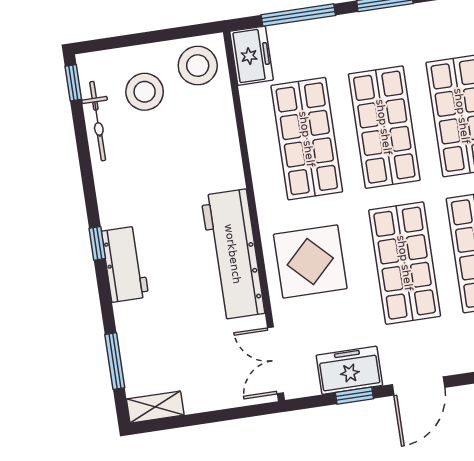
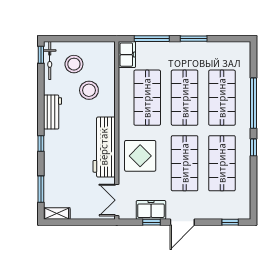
stool: (198, 66) -> (89, 90), moved
bicycle: (98, 121) -> (50, 61), moved
window: (97, 243) -> (41, 143), moved
workbench: (125, 264) -> (53, 112), moved

